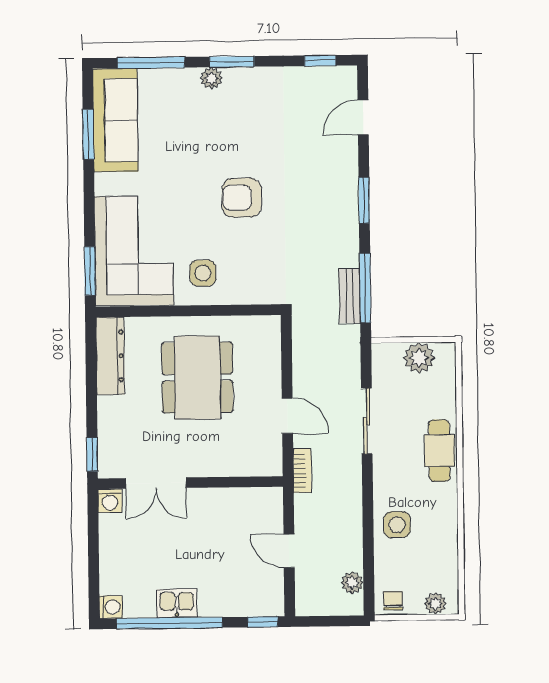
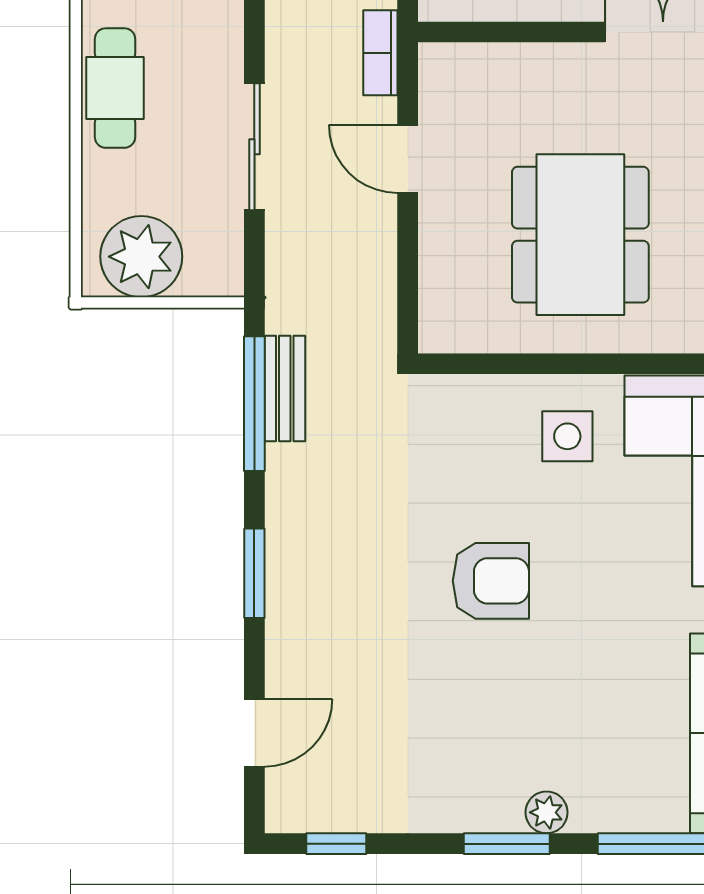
plant: (419, 358) -> (141, 257), width x1.36, depth x1.36

